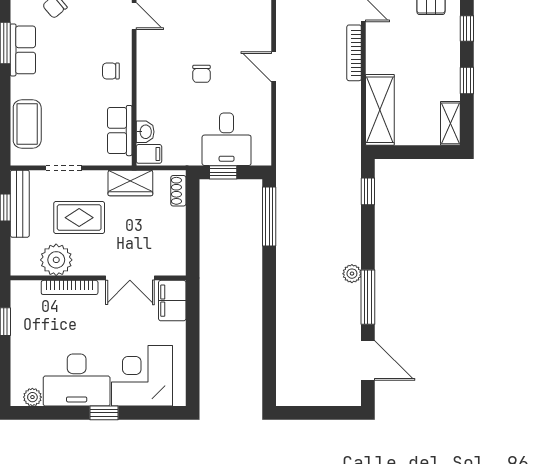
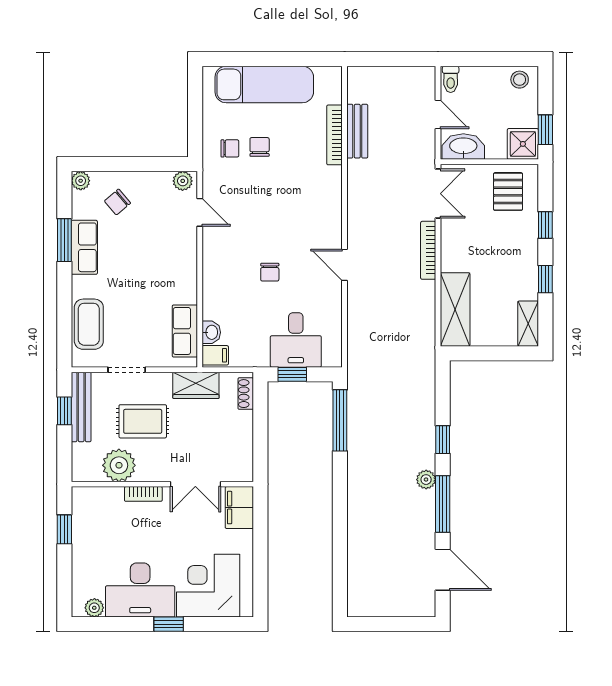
chair: (111, 71) -> (176, 269), removed
window: (368, 191) -> (443, 440), moved
bookcase: (70, 287) -> (143, 494), width x0.64

